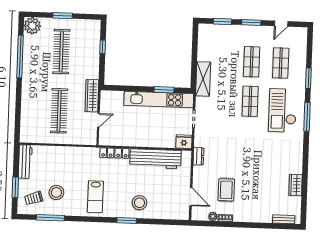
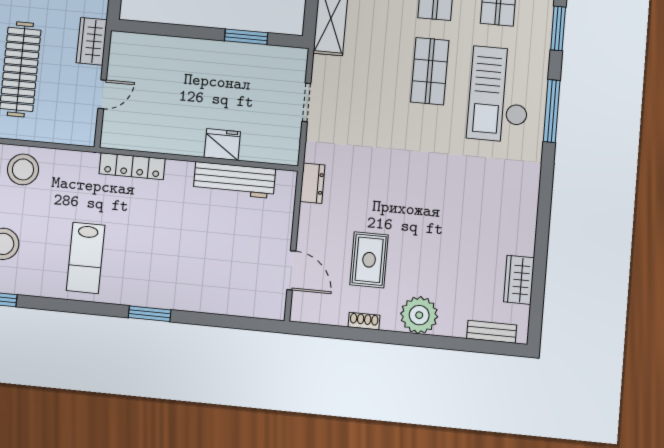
wardrobe: (92, 96) -> (92, 41), width x0.67
kitchen unit: (159, 99) -> (233, 57), removed
fridge: (184, 142) -> (222, 145), moved
workbench: (155, 159) -> (234, 180), width x0.73, depth x0.76
wardrobe: (296, 185) -> (519, 280), moved
stool: (140, 203) -> (23, 169), moved
plant: (213, 216) -> (419, 315), moved, width x1.88, depth x1.88

